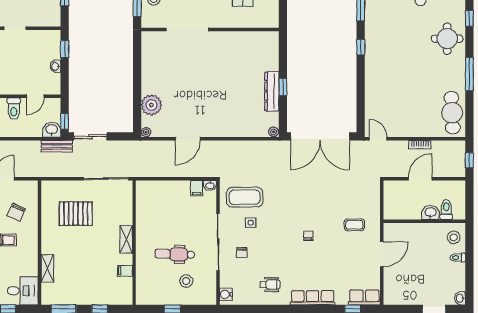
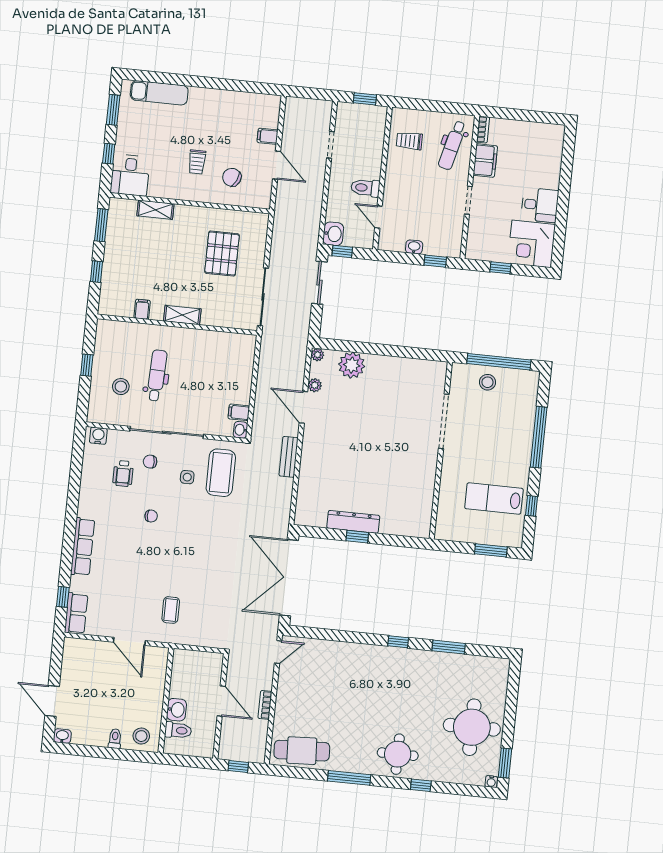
plant: (274, 132) -> (315, 385), moved
bench: (57, 146) -> (289, 457), moved
chair: (308, 236) -> (151, 516), moved
wheelchair: (270, 284) -> (123, 474), moved

